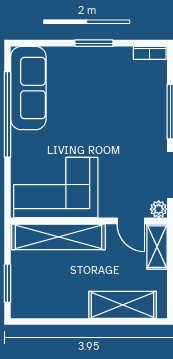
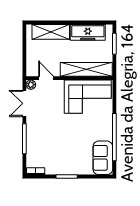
sofa: (28, 88) -> (103, 158), width x0.73
shelving: (157, 247) -> (32, 64), removed
freezer: (56, 304) -> (88, 32), added

